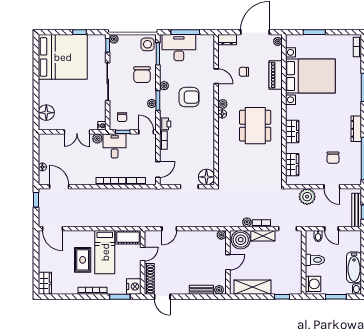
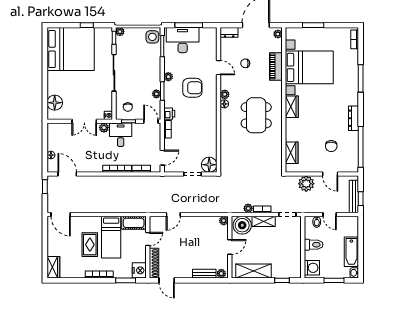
chair: (142, 75) -> (147, 66), removed
wardrobe: (292, 131) -> (292, 107), moved

